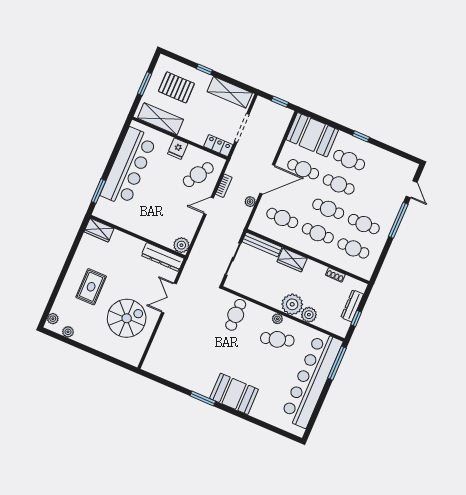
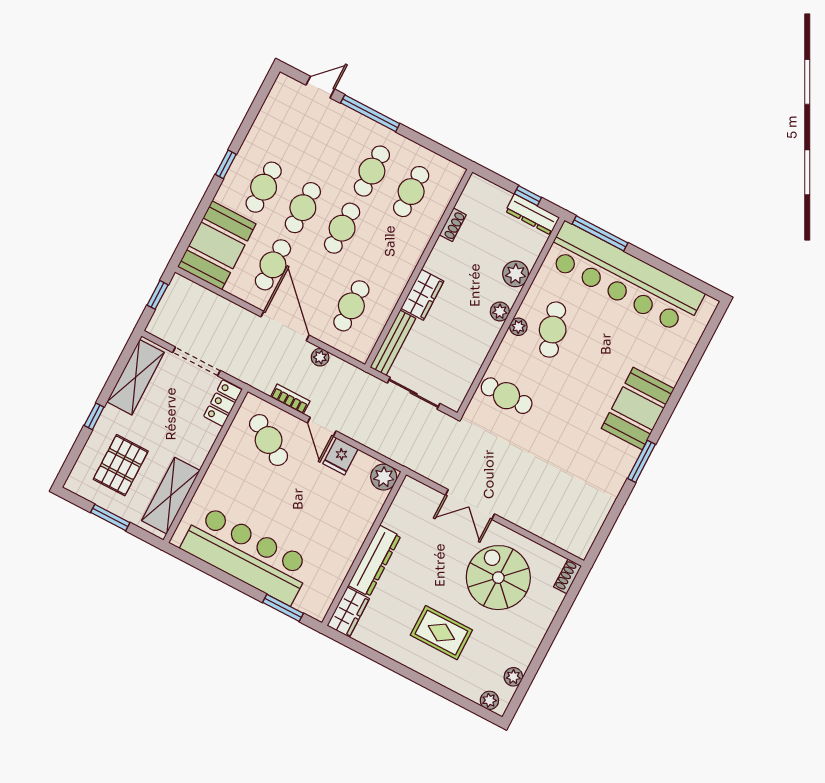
fridge: (178, 149) -> (340, 456), moved, turned 90
cafe table: (318, 233) -> (381, 249), removed
dresser: (163, 257) -> (374, 561), moved
plant: (292, 304) -> (500, 311), width x0.53, depth x0.53
dresser: (352, 306) -> (532, 214), moved
shoe rack: (131, 360) -> (568, 576), added

